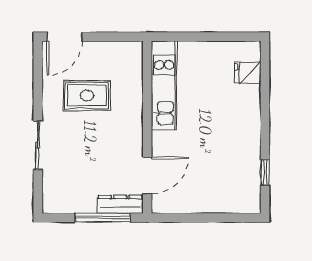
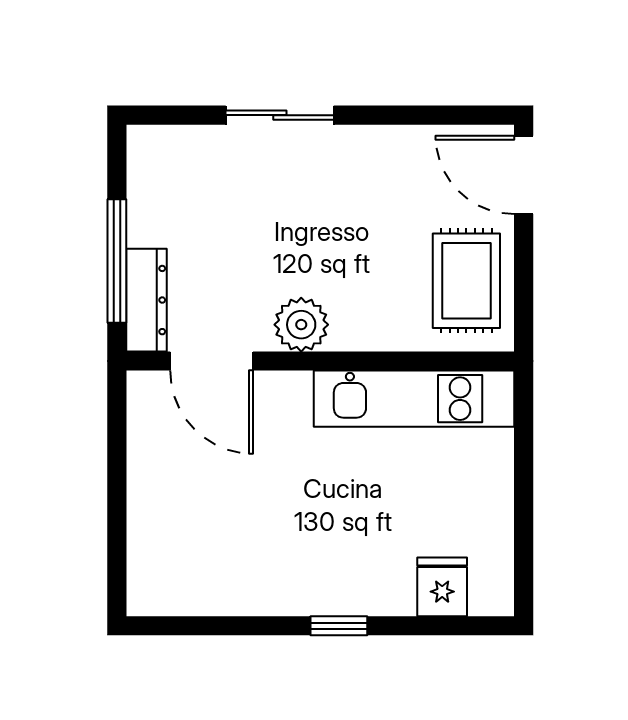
rug: (87, 96) -> (466, 281), moved
plant: (131, 136) -> (301, 325), added
window: (265, 172) -> (339, 626), moved

